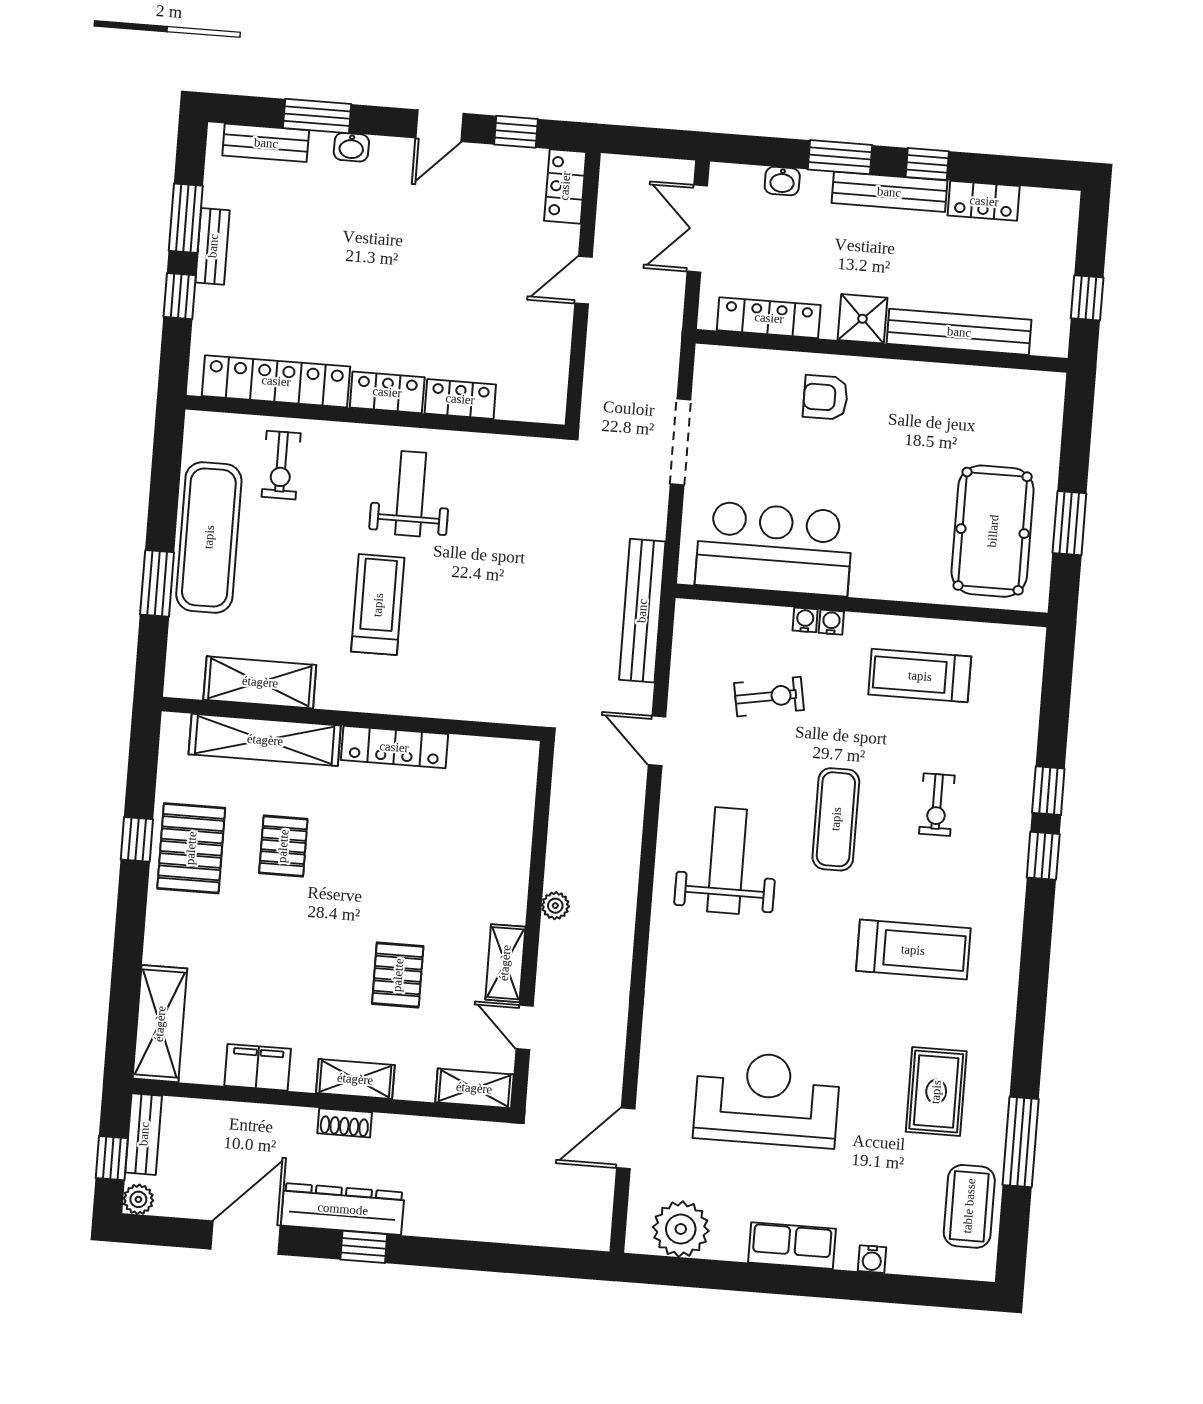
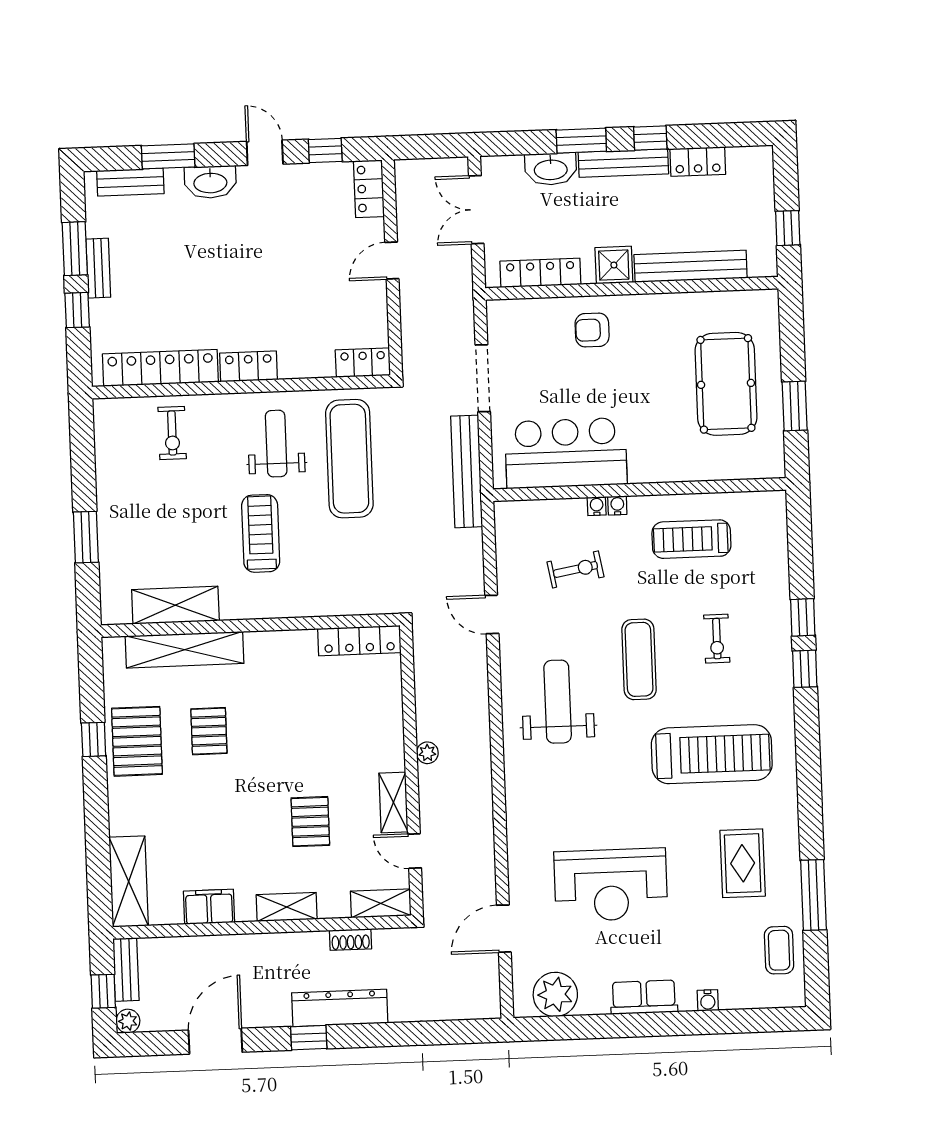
door: (439, 126) -> (265, 153), swing flipped
washbasin: (351, 147) -> (210, 182), width x1.91, depth x1.45
washbasin: (782, 181) -> (551, 169), width x1.91, depth x1.45
locker: (460, 399) -> (363, 363), moved
pool table: (993, 531) -> (726, 384), moved
exercise mat: (209, 537) -> (349, 459), moved
bench: (642, 611) -> (467, 471), moved
locker: (394, 747) -> (359, 641), moved
treadmill: (913, 950) -> (712, 754), width x1.37, depth x1.38
reception desk: (767, 1099) -> (611, 885), turned 180
shoe rack: (345, 1123) -> (351, 940), moved
coffee table: (969, 1206) -> (779, 950), width x0.73, depth x0.77
dresser: (343, 1209) -> (340, 1008), moved

